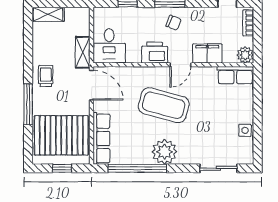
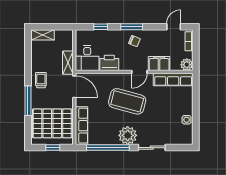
printer: (155, 53) -> (109, 63), moved
row of seats: (235, 75) -> (173, 79), width x1.48
sliding door: (218, 168) -> (152, 148), moved

